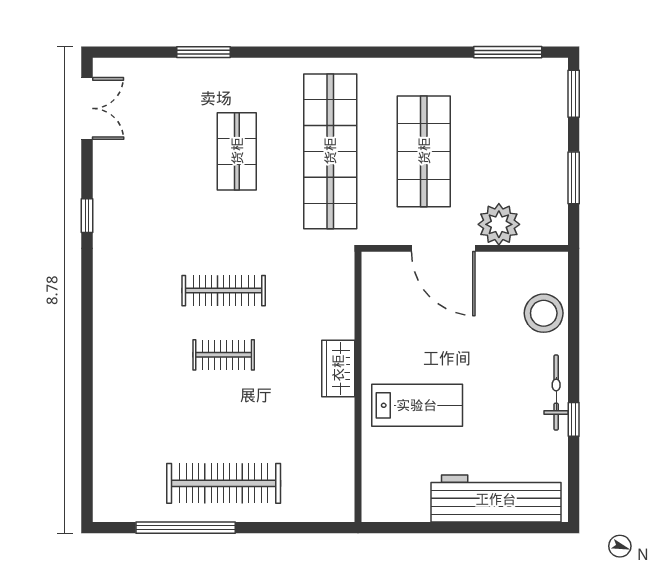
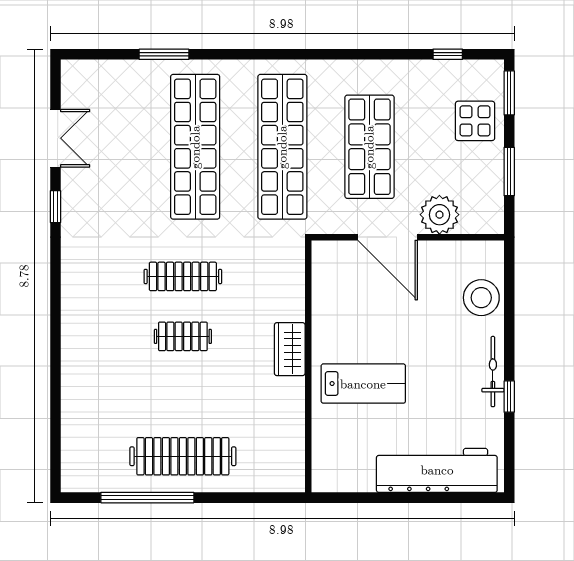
window: (508, 52) -> (448, 54), width x0.46
double door: (87, 108) -> (55, 138), moved
display table: (537, 124) -> (475, 121), added
shop shelf: (237, 151) -> (195, 147), width x2.00, depth x1.36

